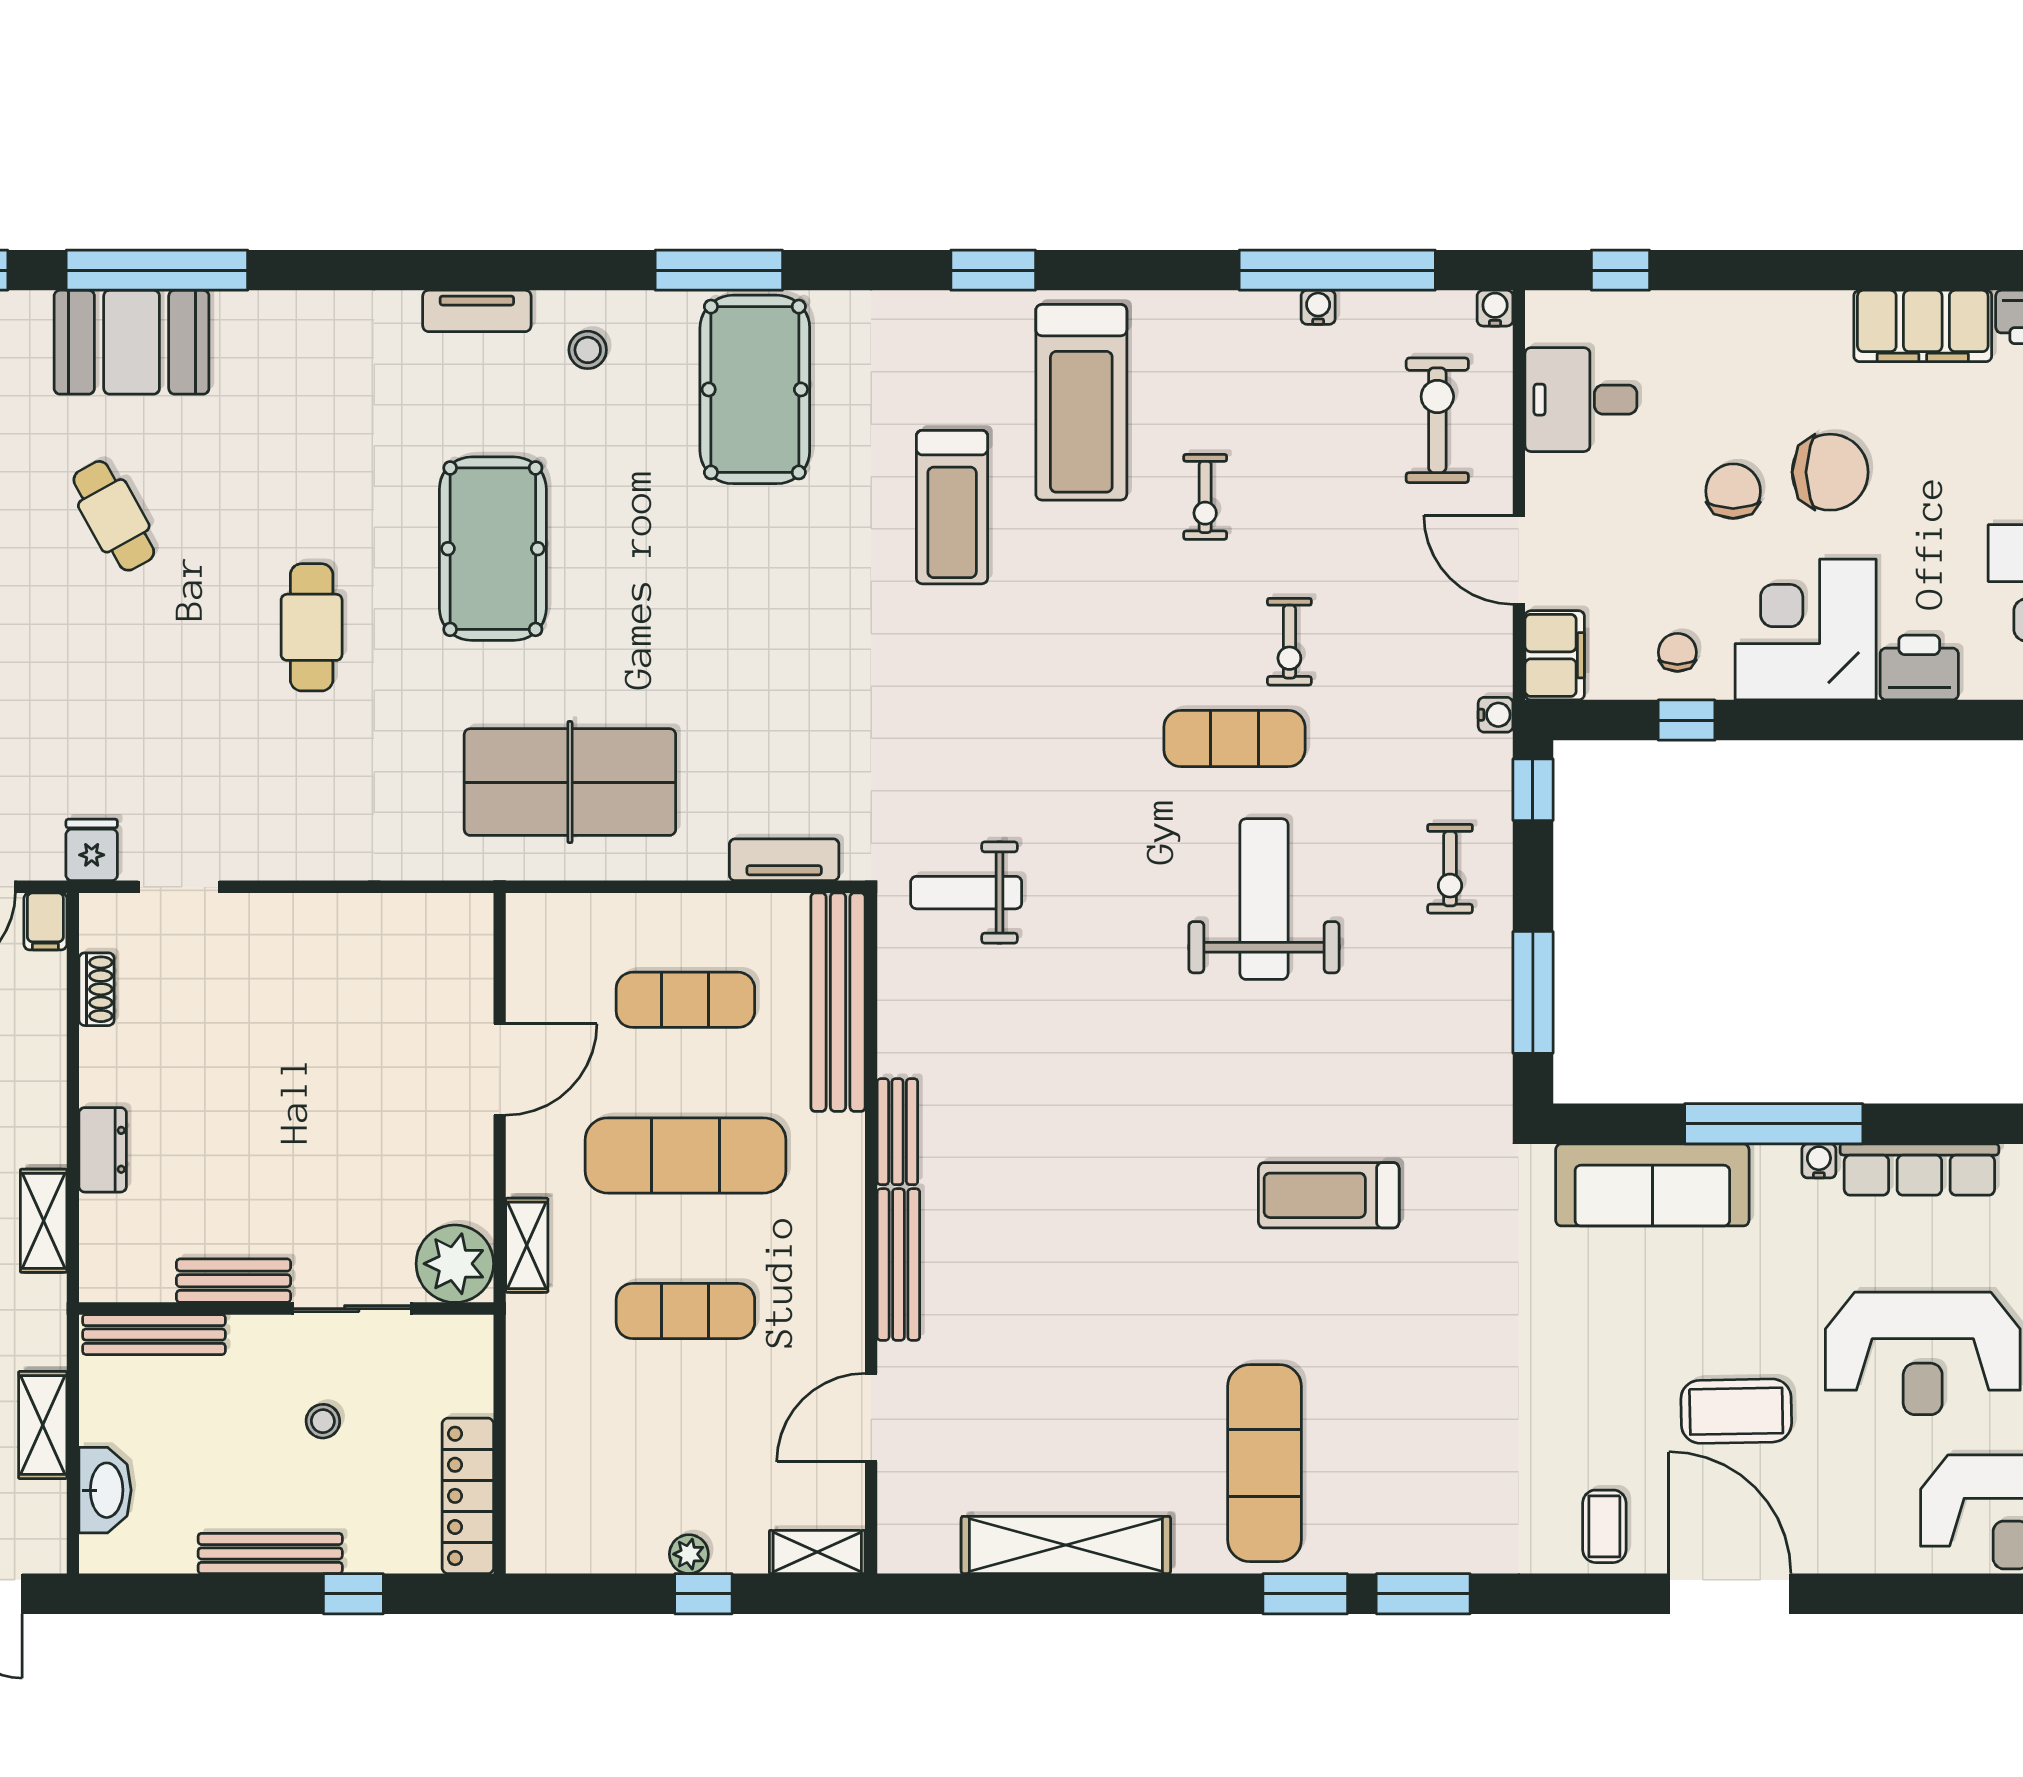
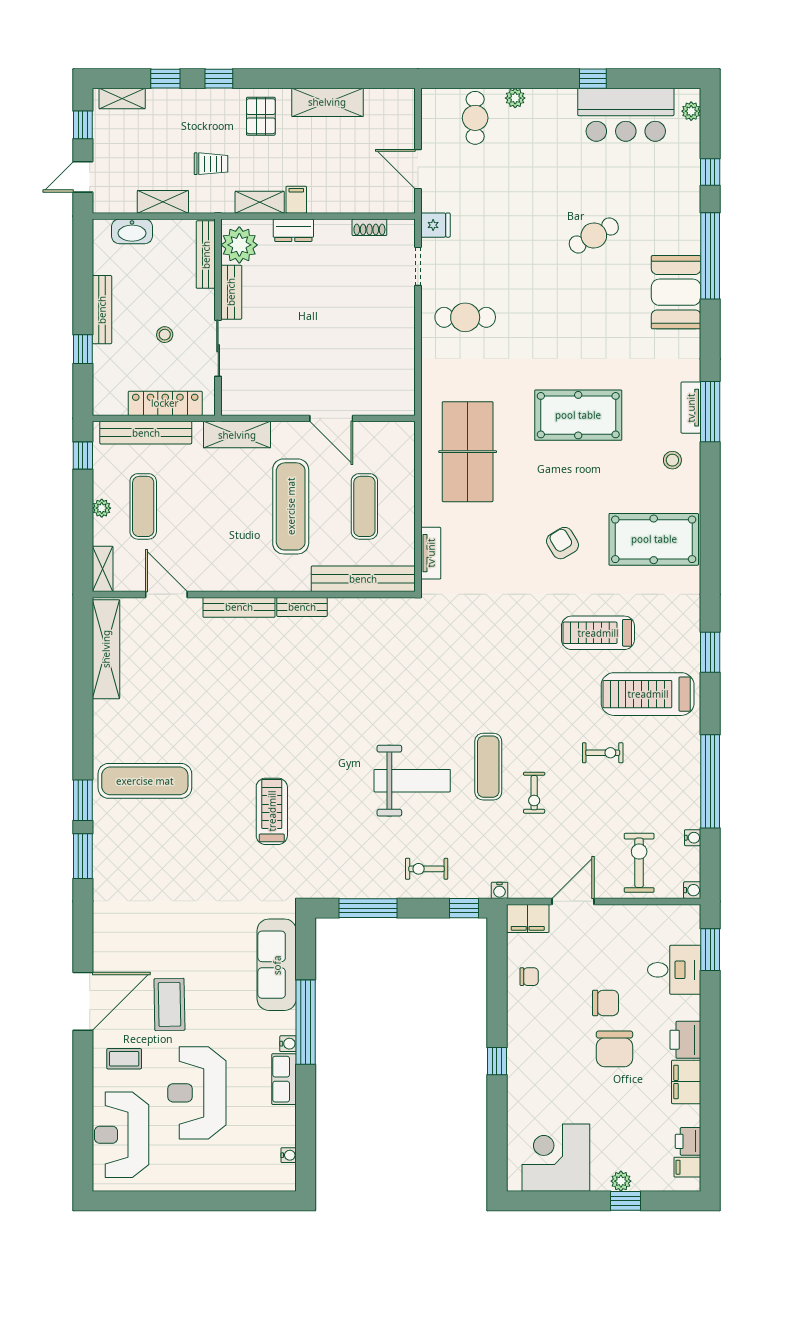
window: (719, 270) -> (710, 412), moved
window: (1337, 270) -> (710, 781), moved
window: (1620, 270) -> (710, 950), width x1.50
water cooler: (1318, 307) -> (693, 838), moved
filing cabinet: (1923, 326) -> (686, 1082), width x0.67, depth x0.86
booth: (132, 342) -> (676, 292), moved
desk: (1581, 400) -> (674, 970), moved, turned 90
exercise bike: (1437, 420) -> (639, 863), turned -90
exercise bike: (1205, 497) -> (603, 753), turned 180
armchair: (763, 582) -> (563, 543), added
cafe table: (312, 627) -> (465, 317), moved
corner desk: (1806, 630) -> (540, 1037), removed
exercise bike: (1289, 642) -> (534, 793), turned -90
printer: (1919, 668) -> (685, 1040), moved, turned 180
window: (1687, 720) -> (497, 1061), moved
weight bench: (966, 893) -> (415, 639), removed
filing cabinet: (45, 921) -> (296, 200), moved, turned 90
row of seats: (1919, 1170) -> (284, 1079), width x0.68
shelving: (527, 1245) -> (237, 435), width x1.50, depth x1.33
plant: (455, 1264) -> (239, 245), moved
exercise mat: (685, 1311) -> (143, 506), moved
bench: (530, 1461) -> (146, 433), added
locker: (468, 1496) -> (165, 403), moved
coffee table: (1604, 1526) -> (124, 1059), moved
shelving: (1066, 1545) -> (106, 649), moved
window: (703, 1594) -> (83, 456), moved

